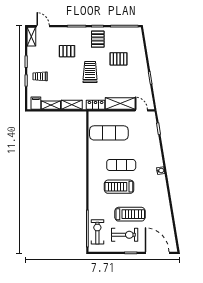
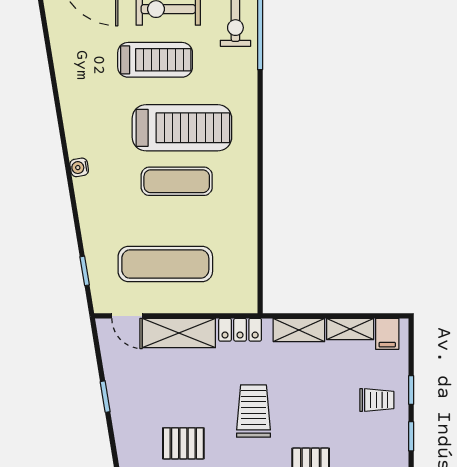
trolley: (90, 72) -> (253, 411), turned 180
exercise mat: (109, 133) -> (165, 264), moved
treadmill: (119, 187) -> (182, 128), width x1.37, depth x1.37
treadmill: (130, 214) -> (155, 60), turned 180

